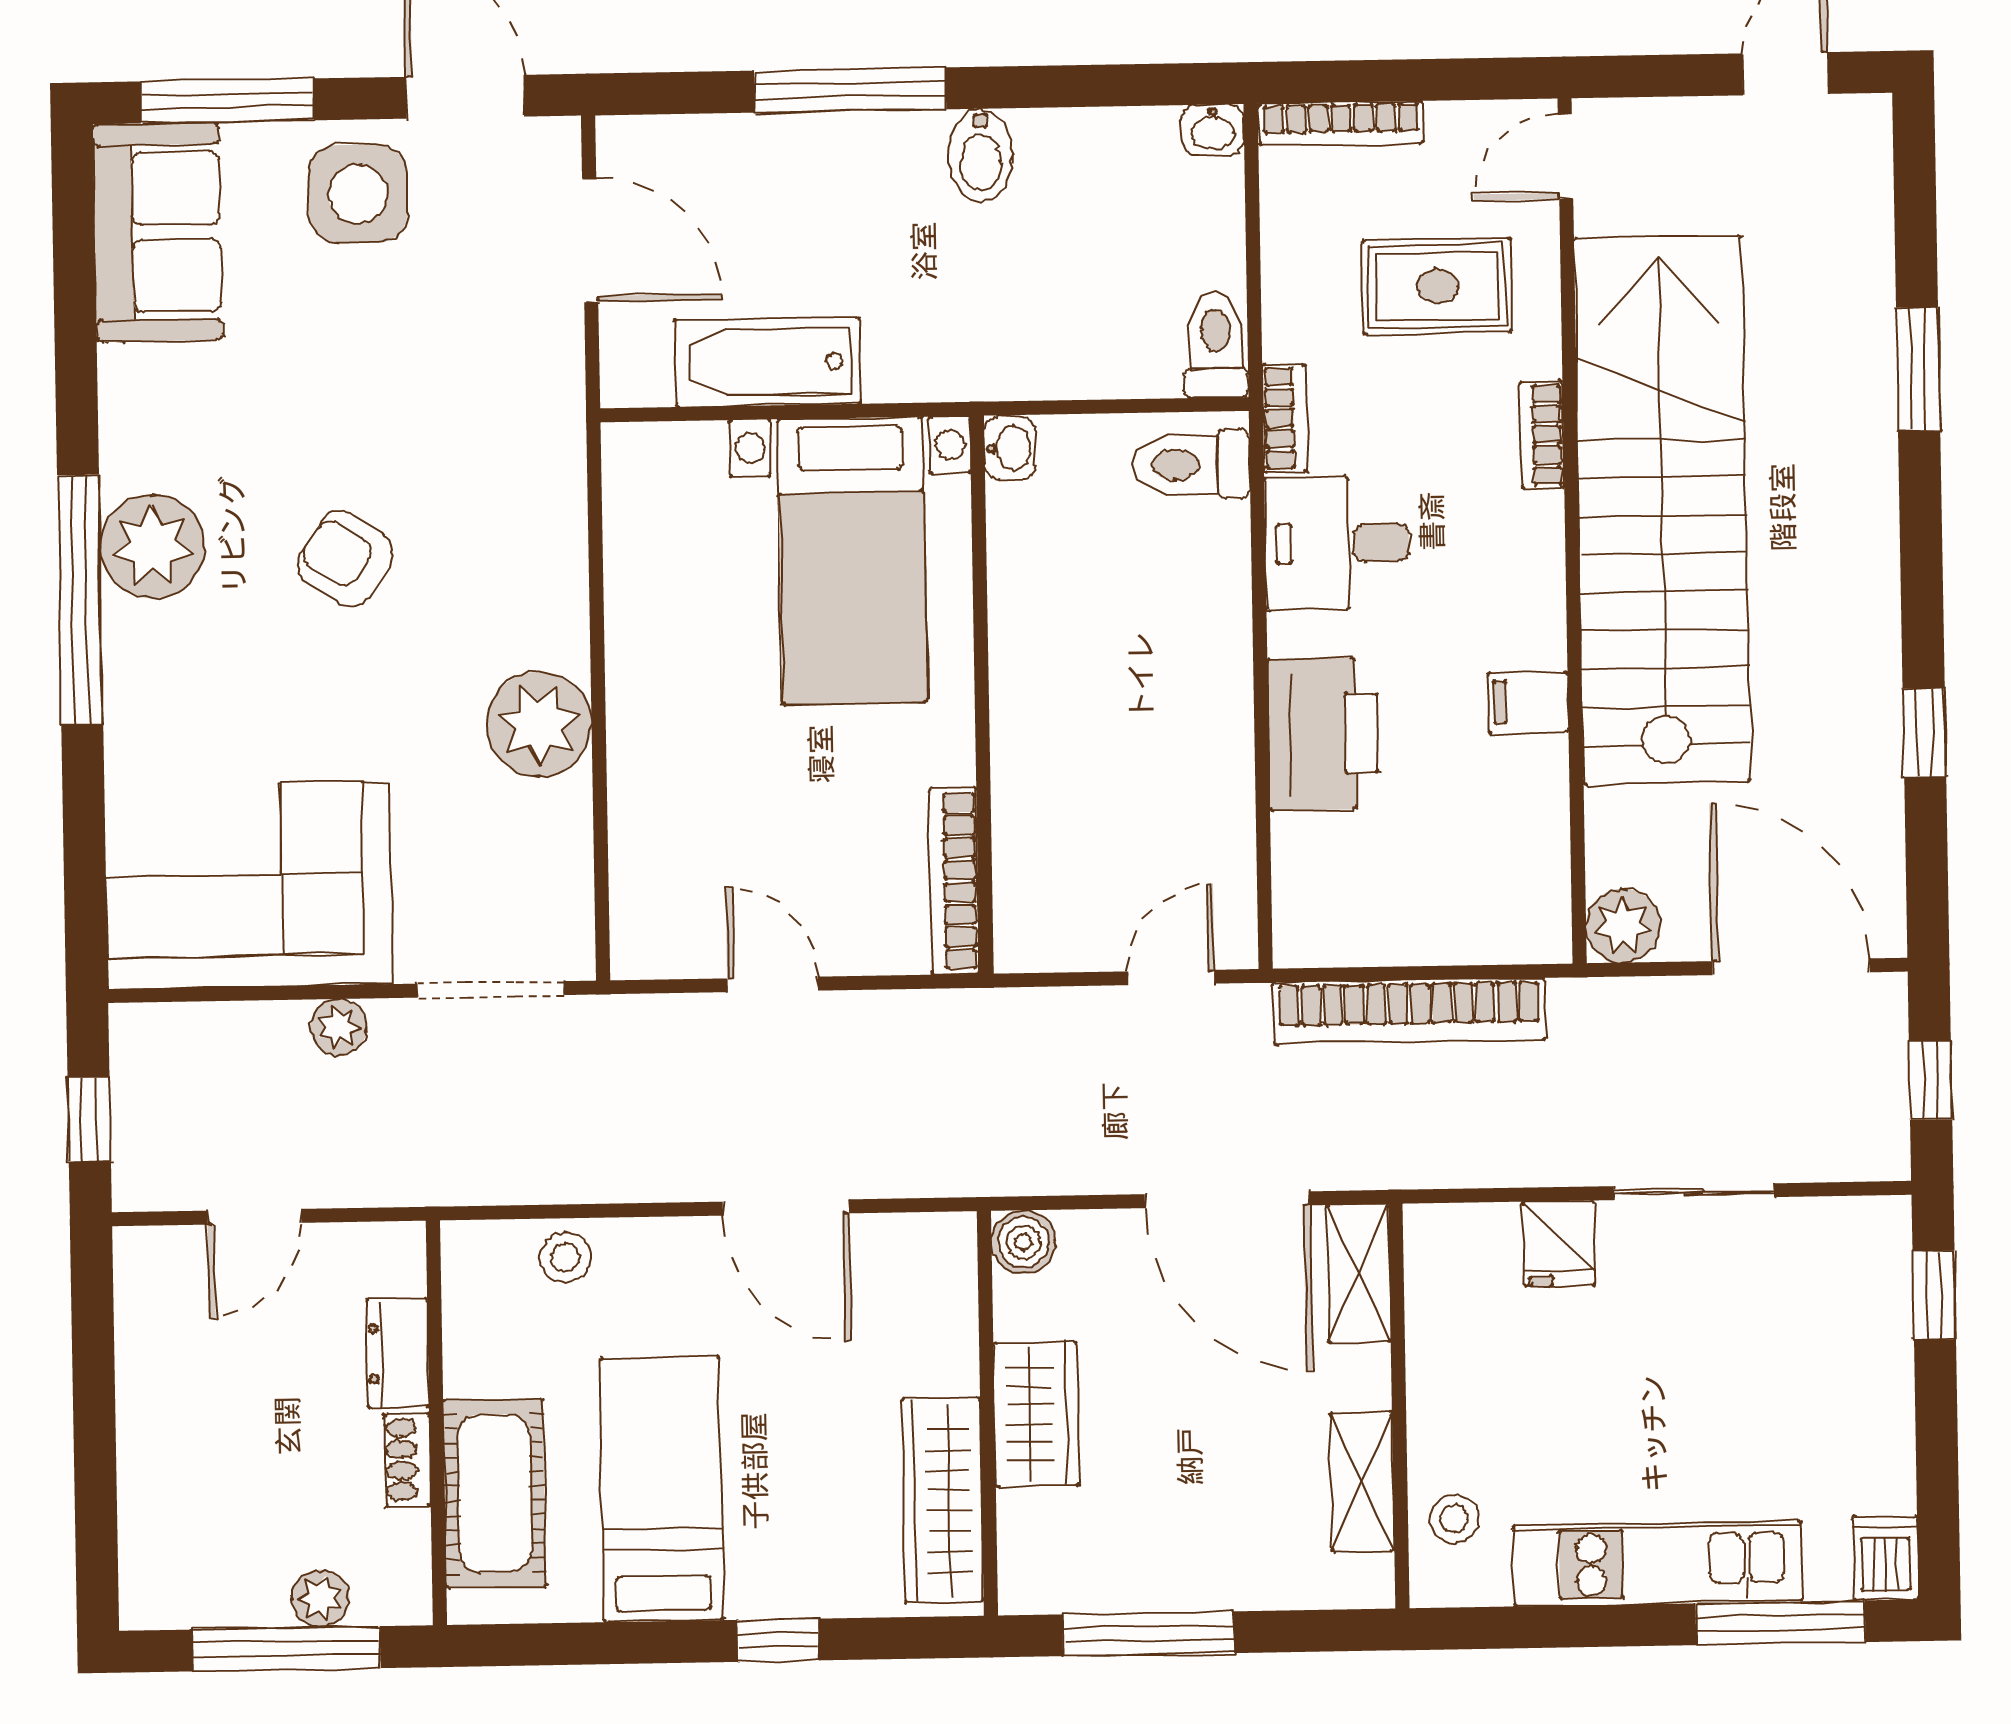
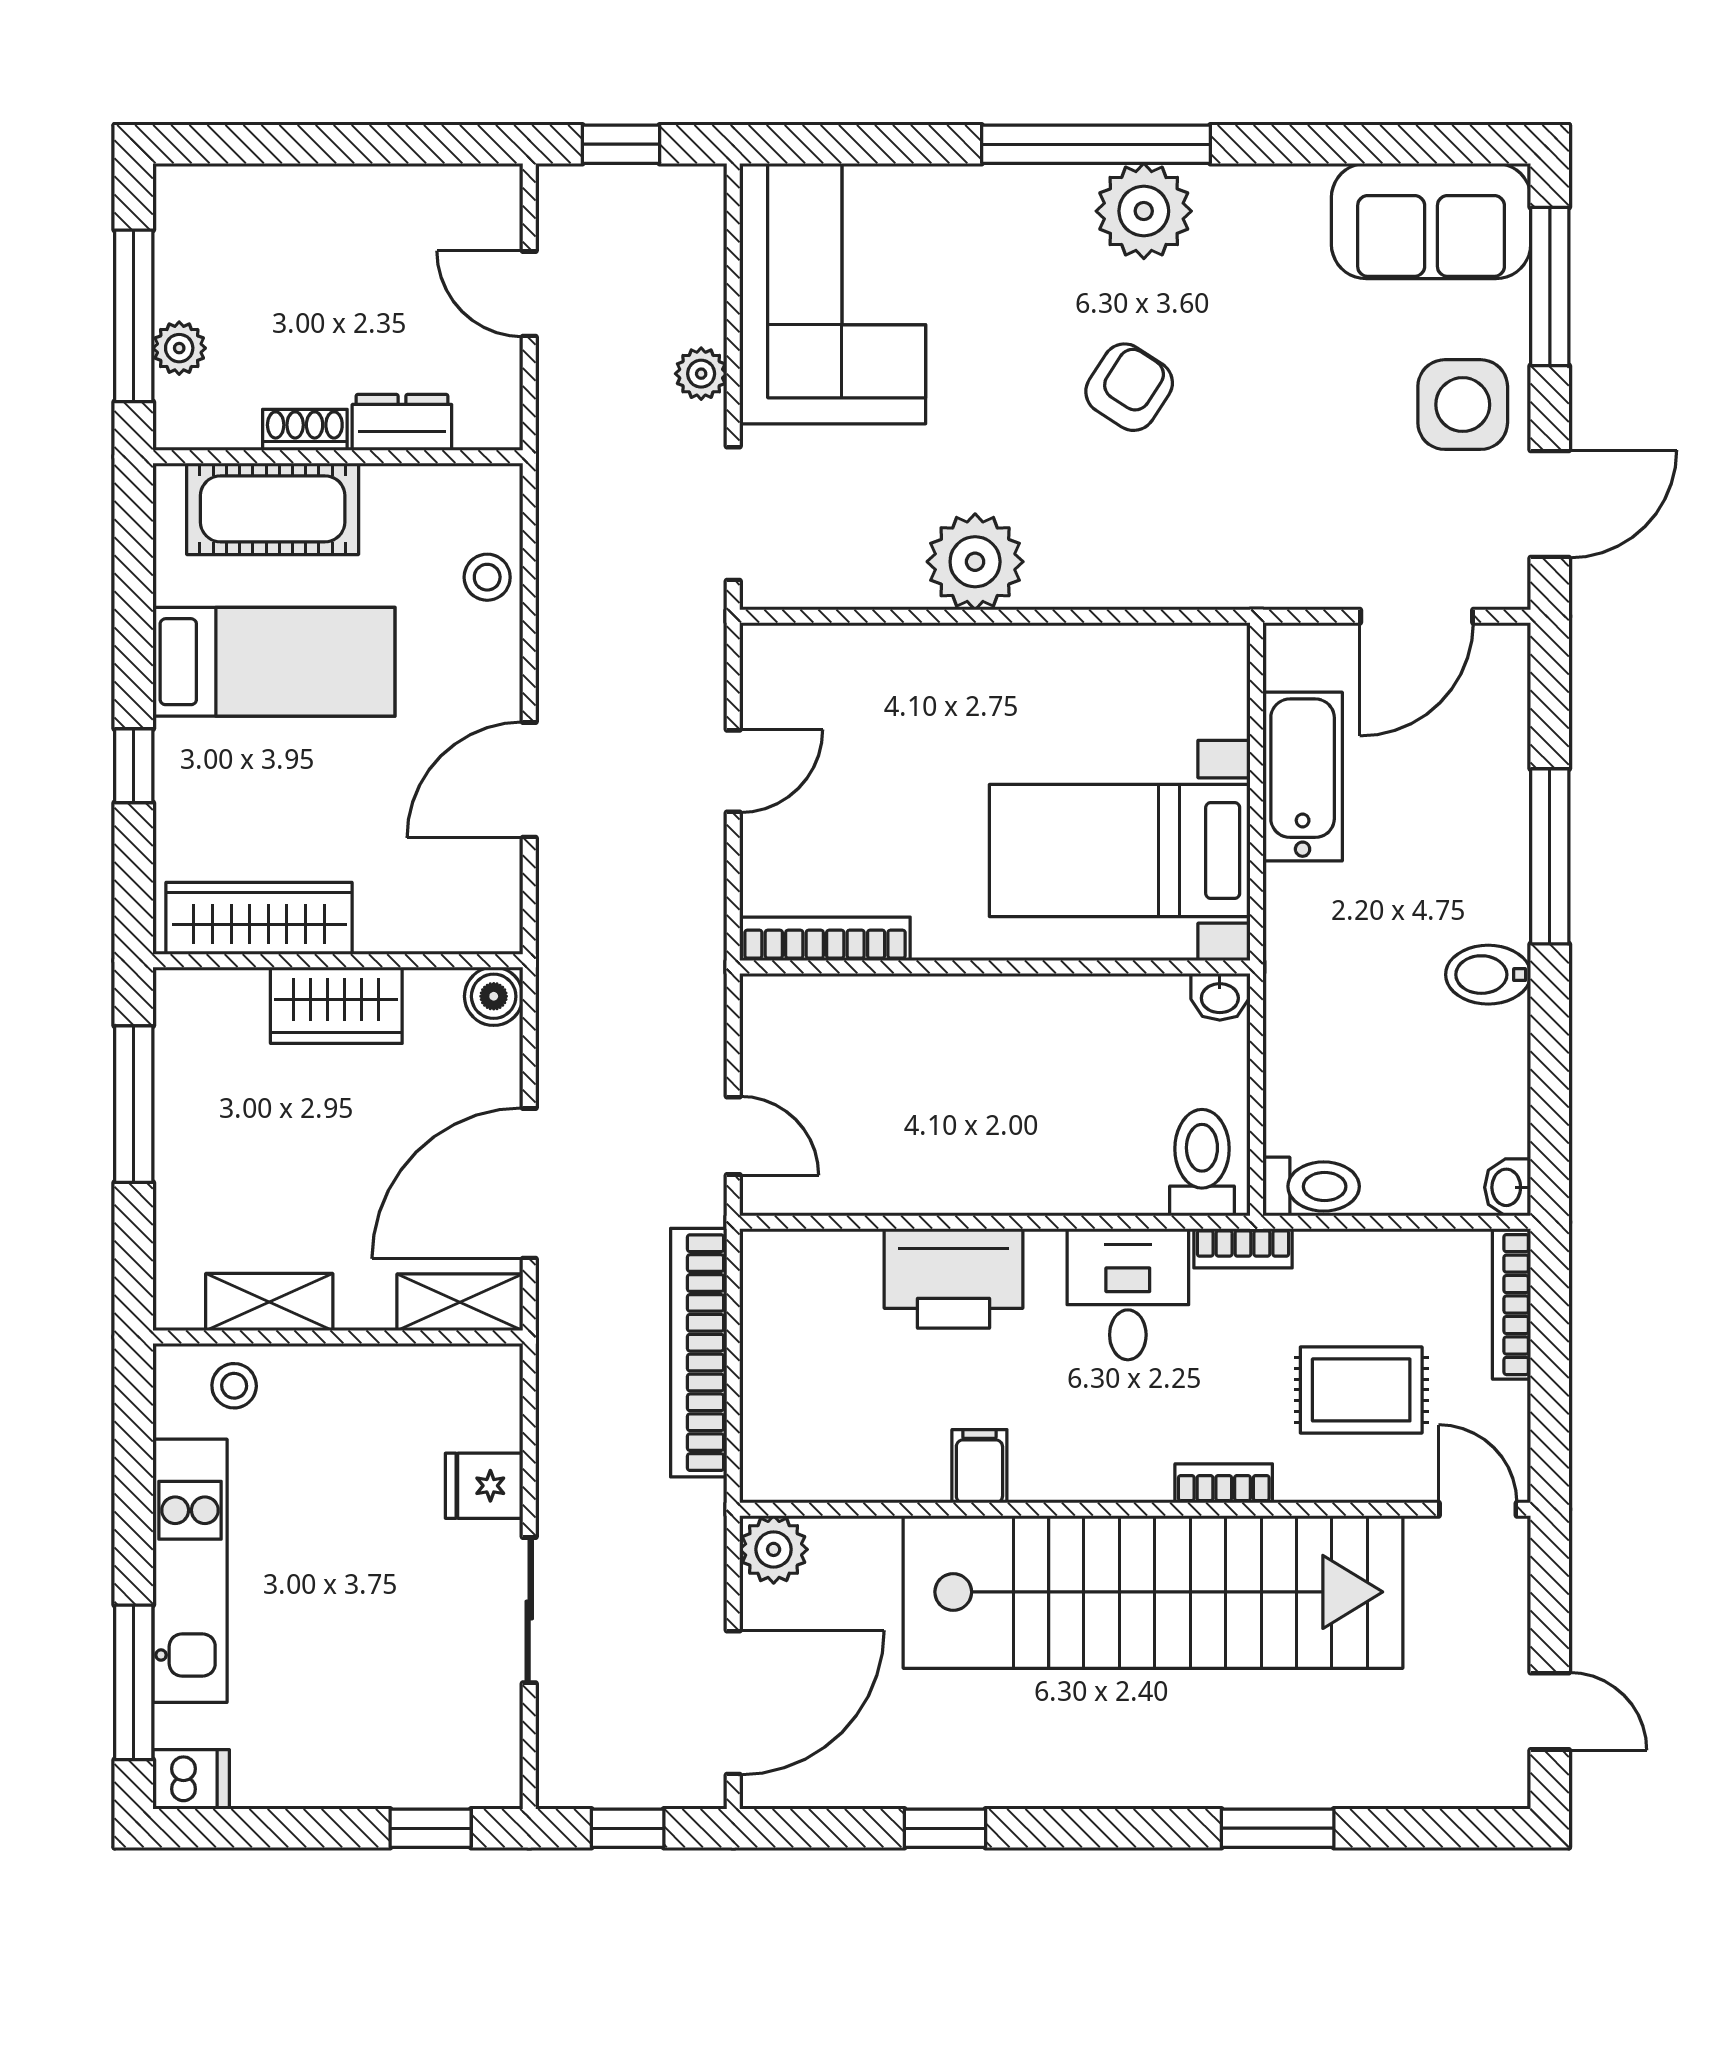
rug: (1437, 286) -> (1361, 1390), turned 90

